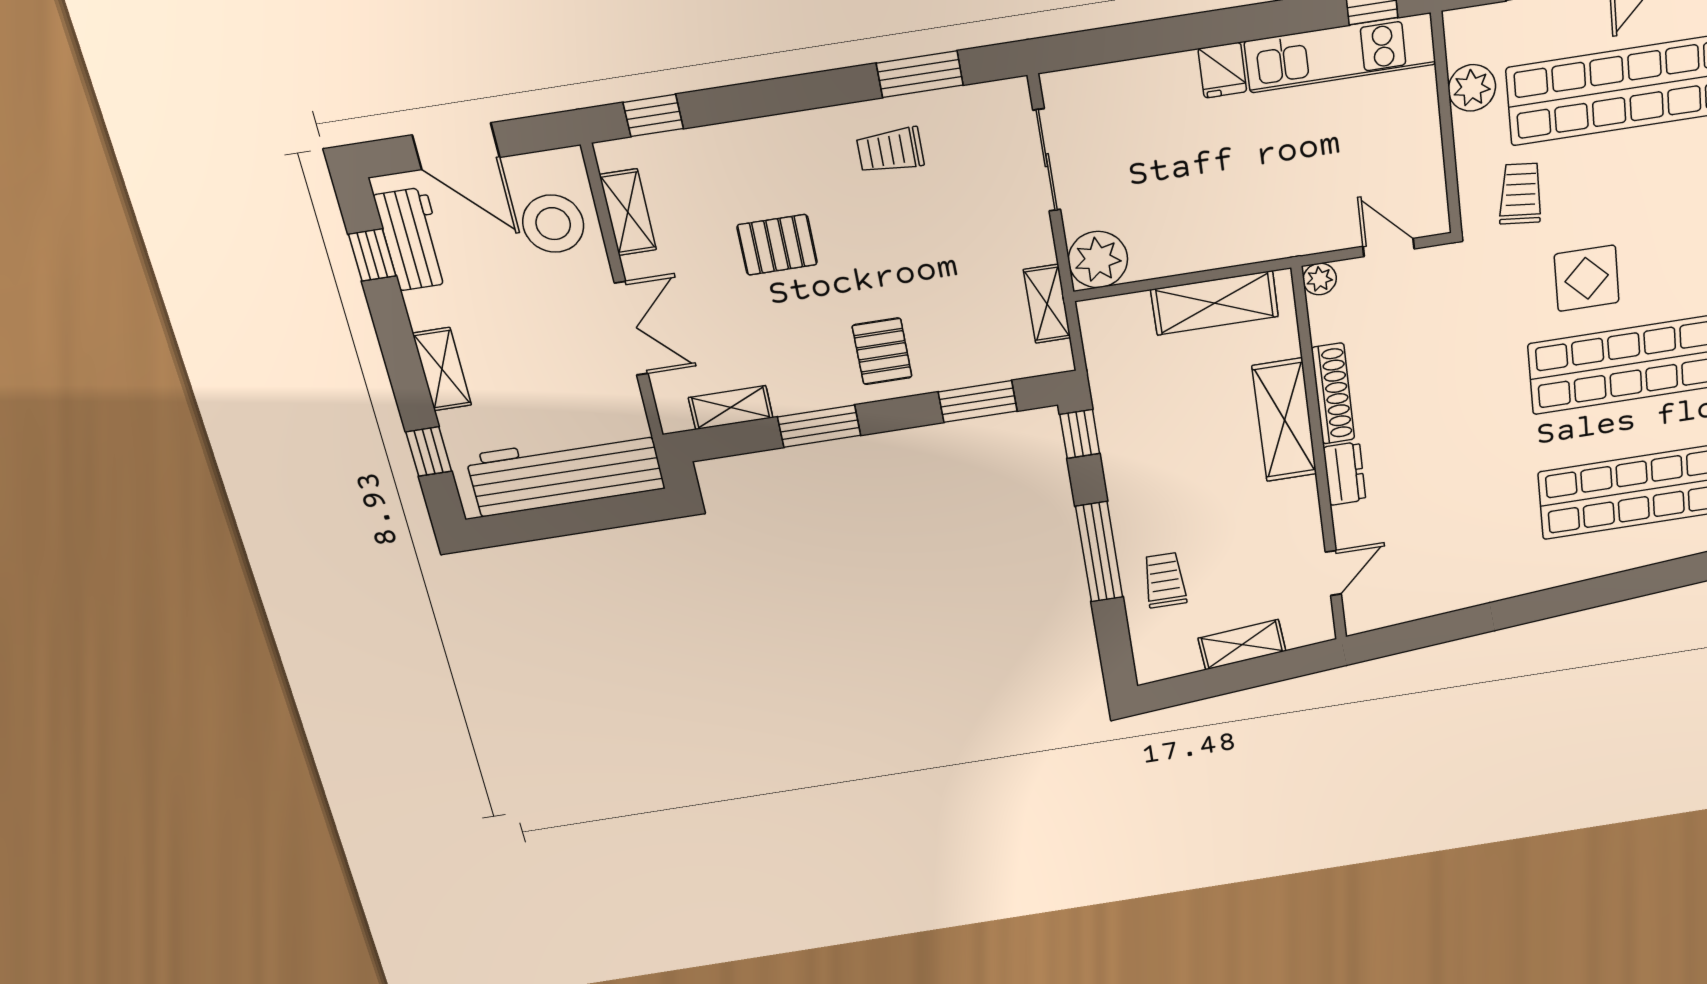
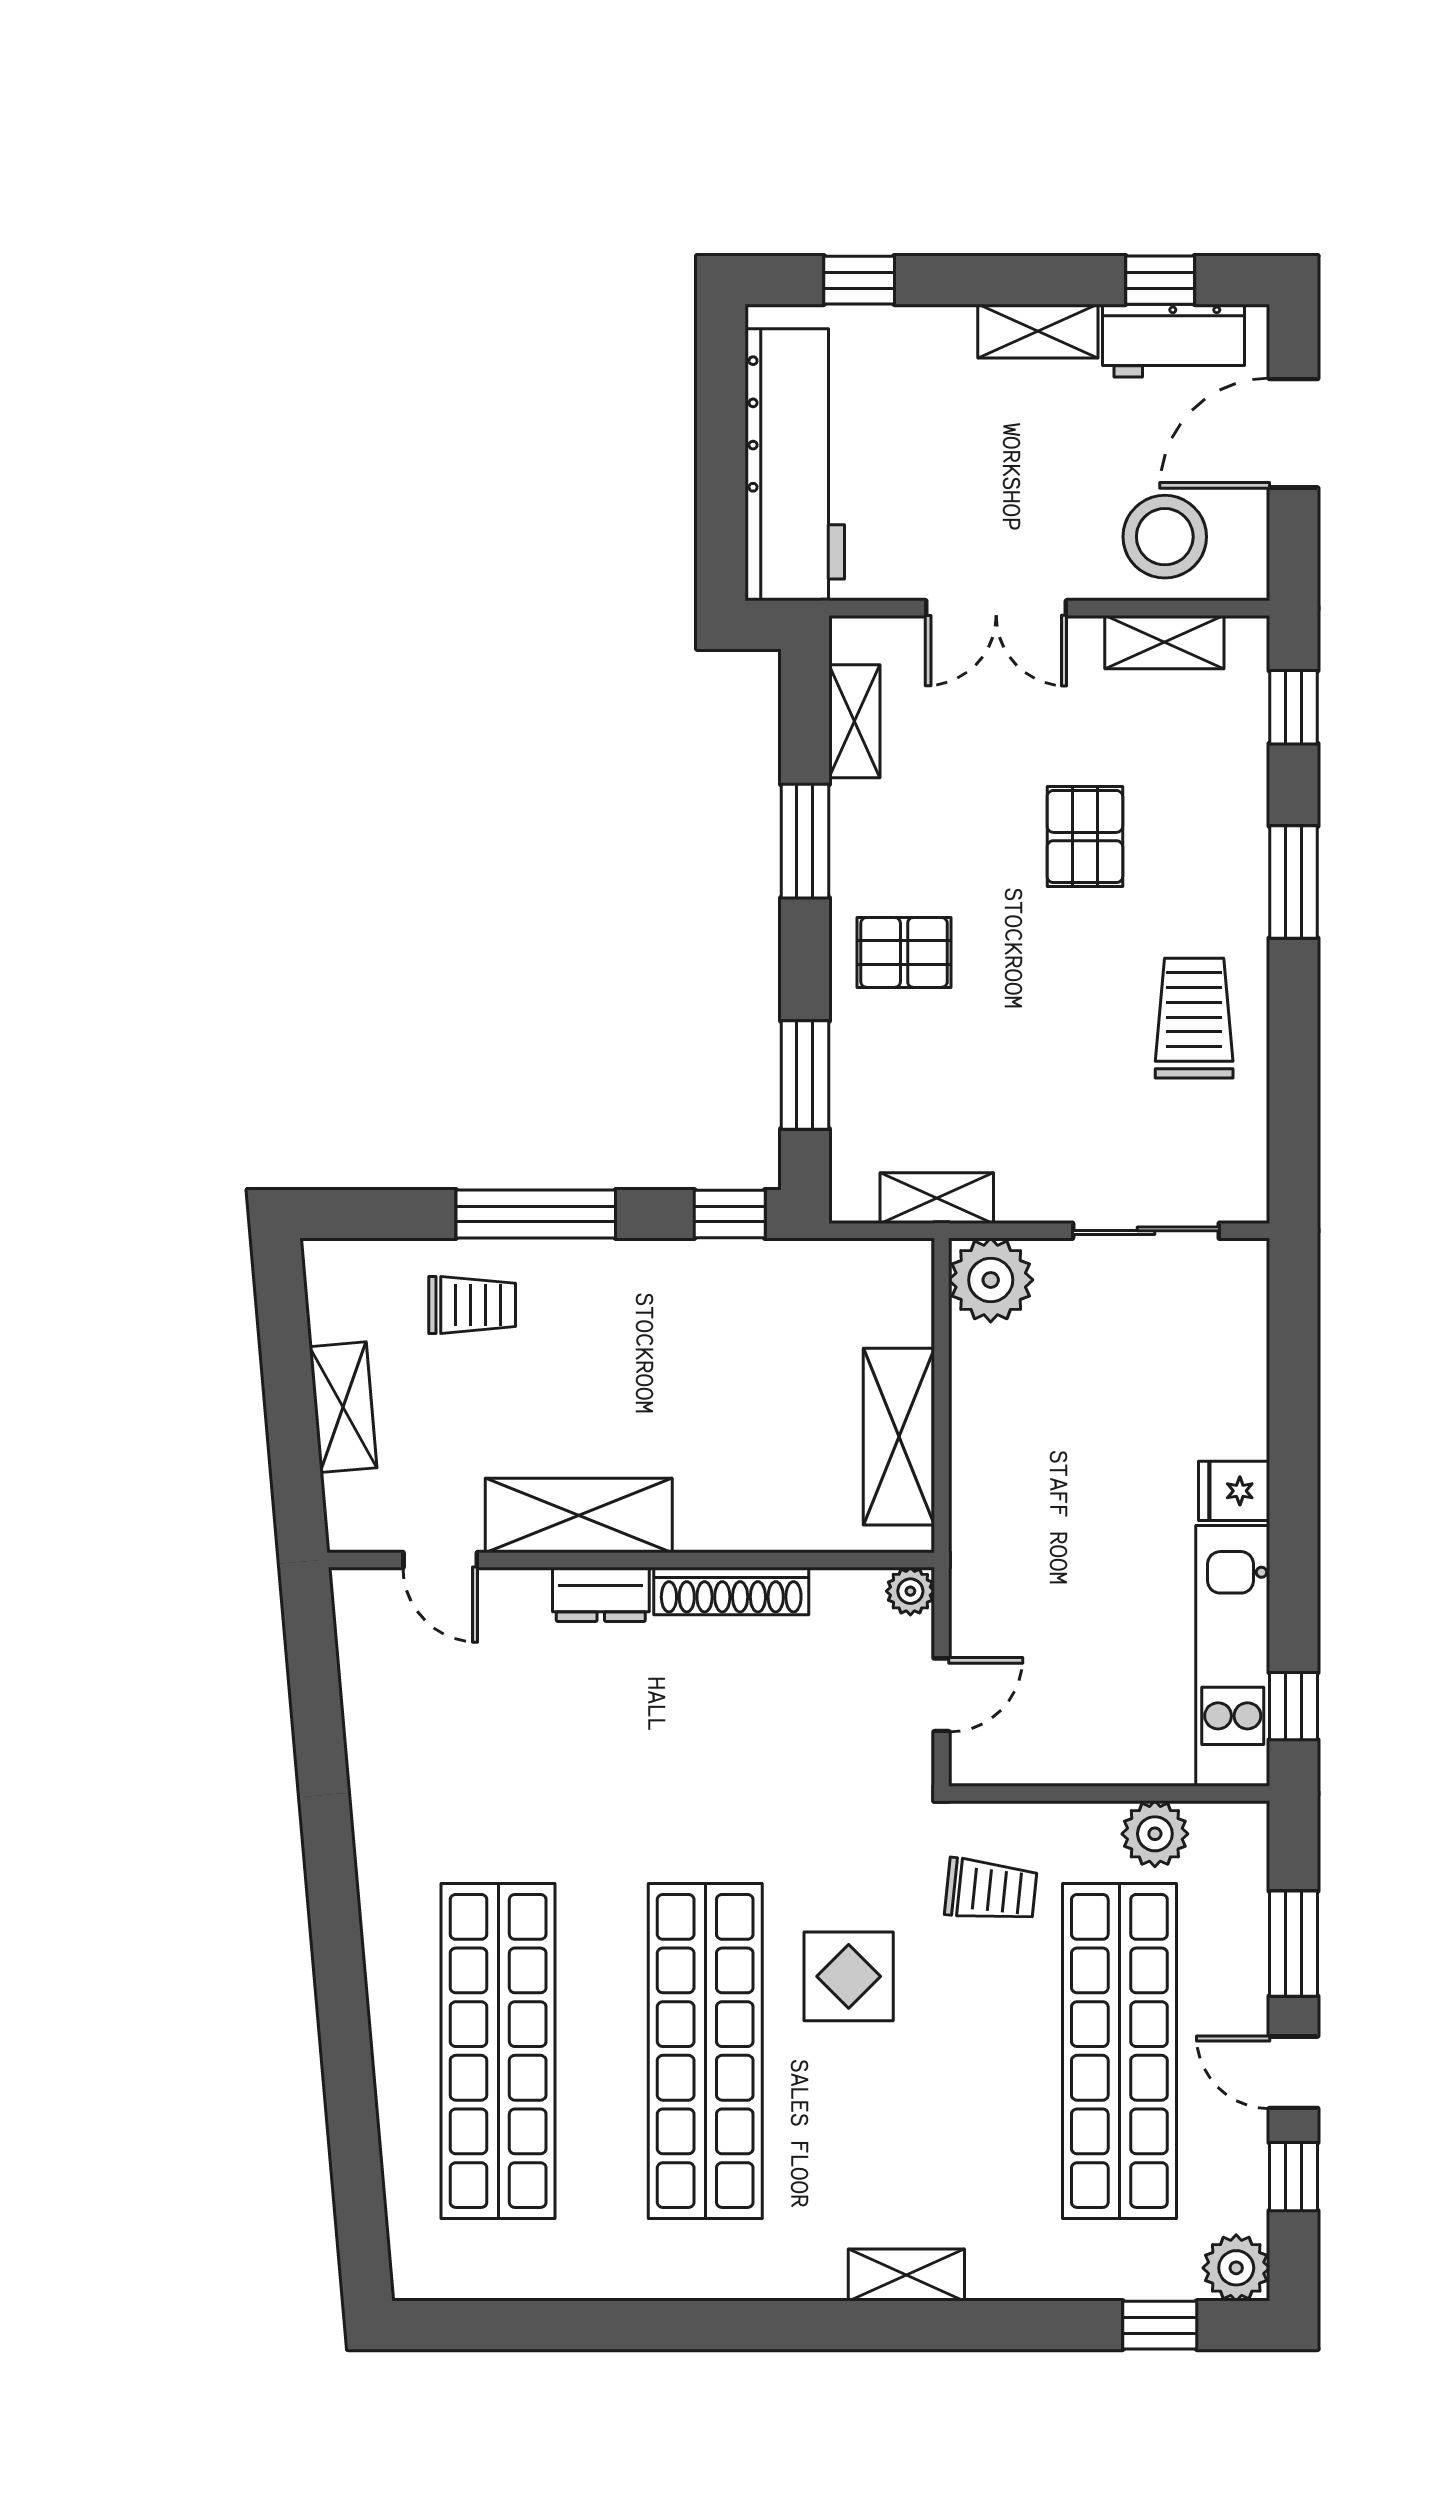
window: (920, 74) -> (1293, 882), moved
trolley: (890, 150) -> (1194, 1018), width x1.36, depth x1.39
shelving: (442, 369) -> (1038, 331), moved
shelving: (1285, 420) -> (579, 1515), moved

